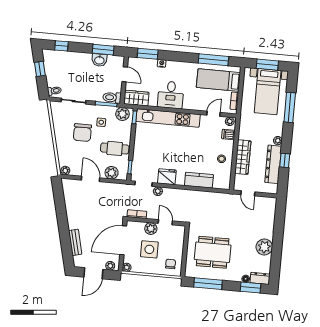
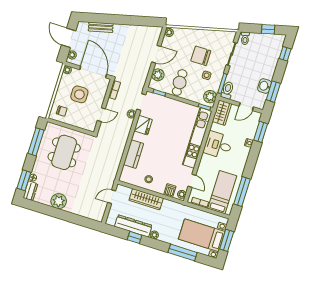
plant: (151, 229) -> (98, 100), removed

